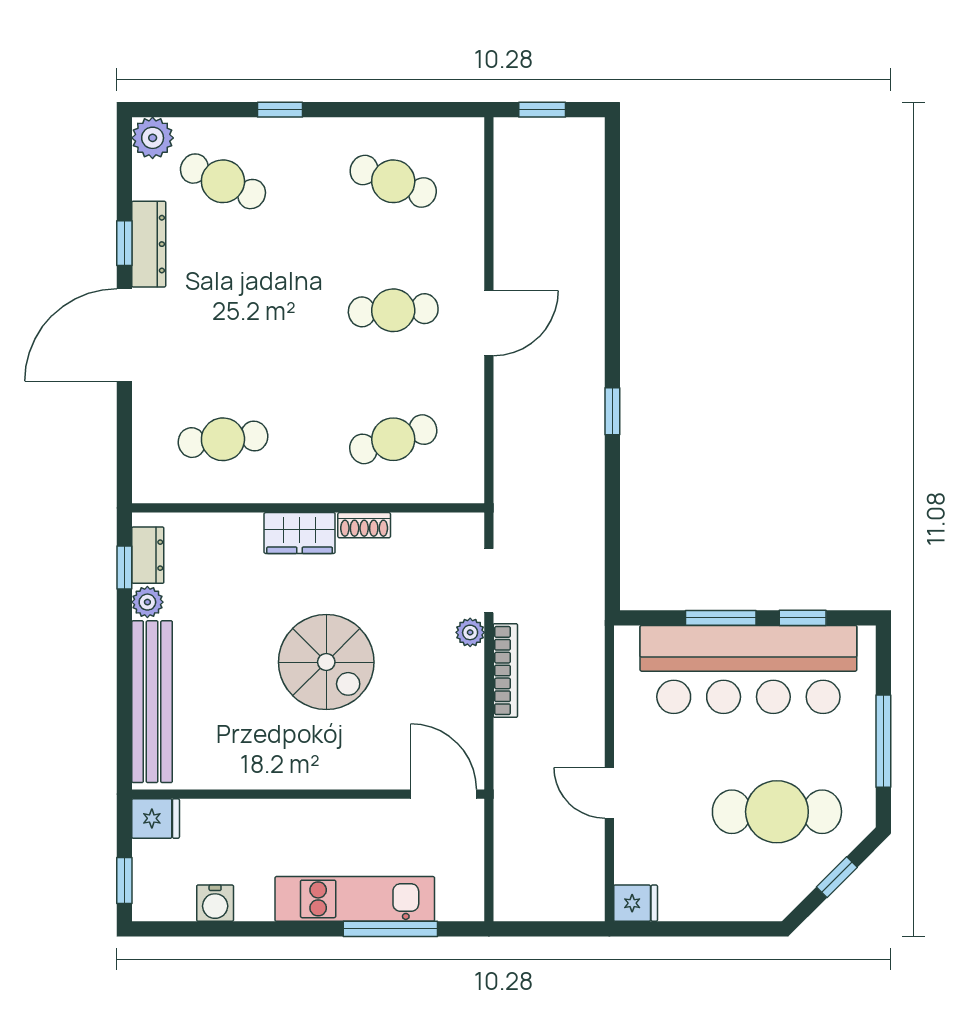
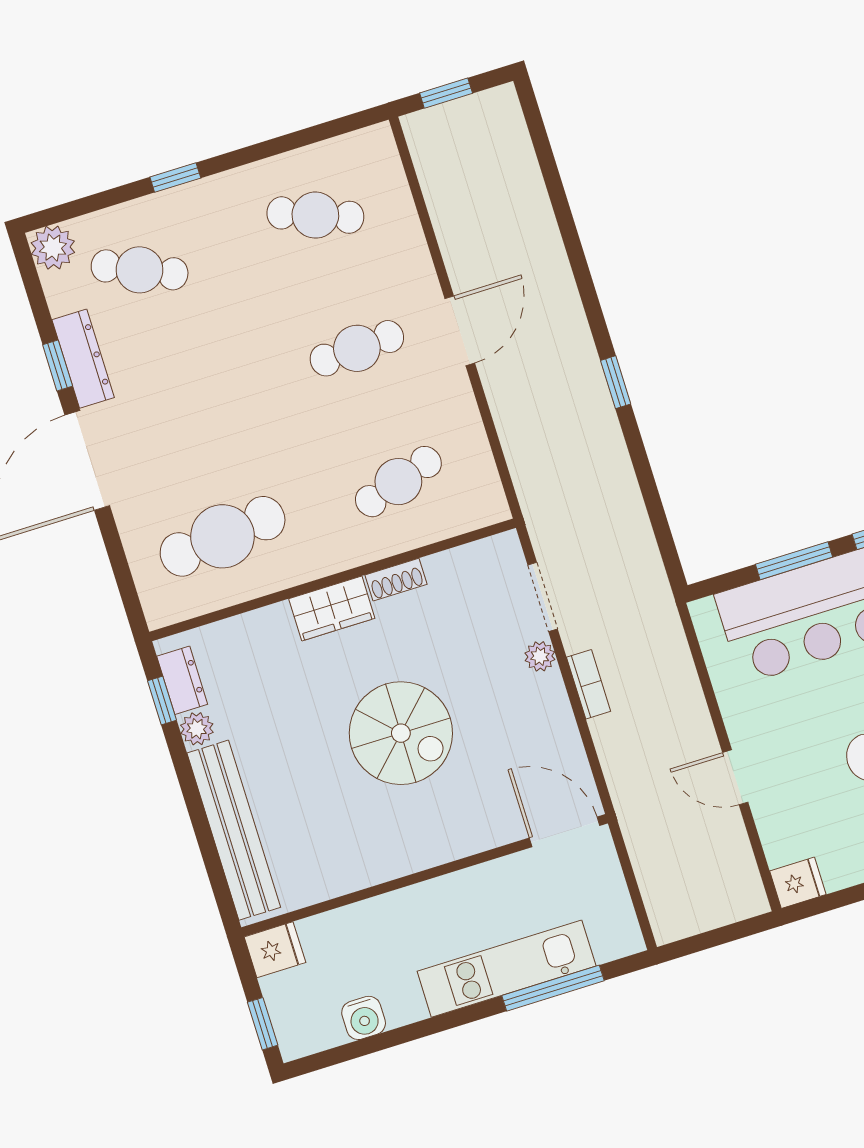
cafe table: (223, 439) -> (223, 536), width x1.37, depth x1.35
bookcase: (505, 671) -> (589, 684), width x0.64

